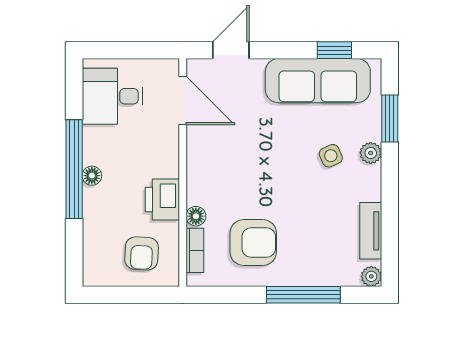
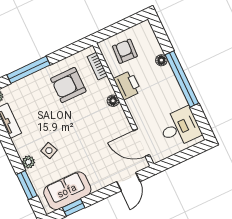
sofa: (318, 81) -> (67, 191), width x0.73
floor lamp: (92, 176) -> (161, 60), moved
floor lamp: (196, 216) -> (113, 101), moved

